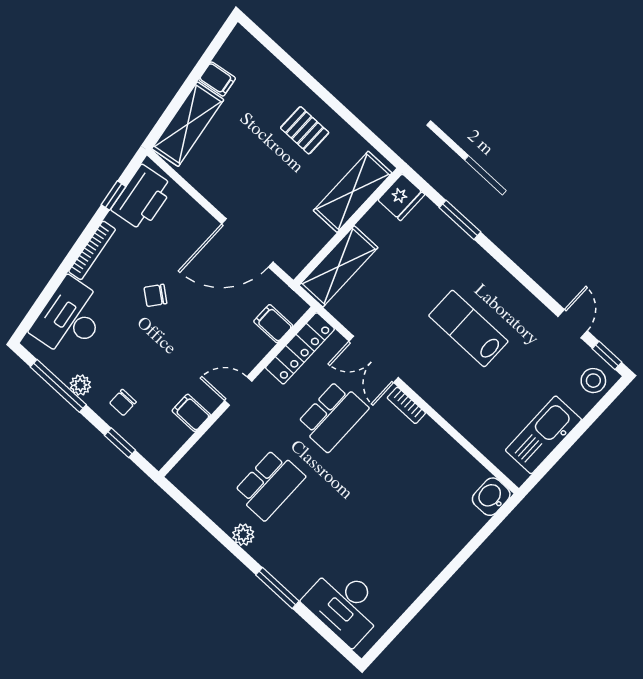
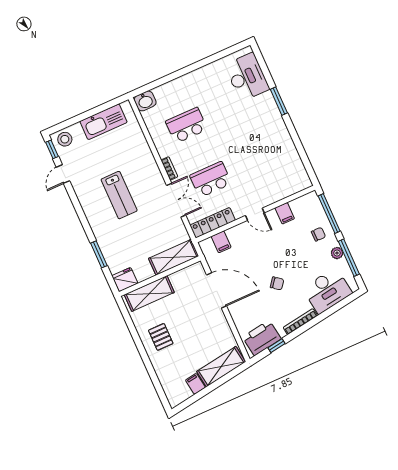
window: (120, 443) -> (329, 214), width x2.17
school desk: (269, 485) -> (186, 125), moved
plant: (243, 535) -> (285, 137), removed

